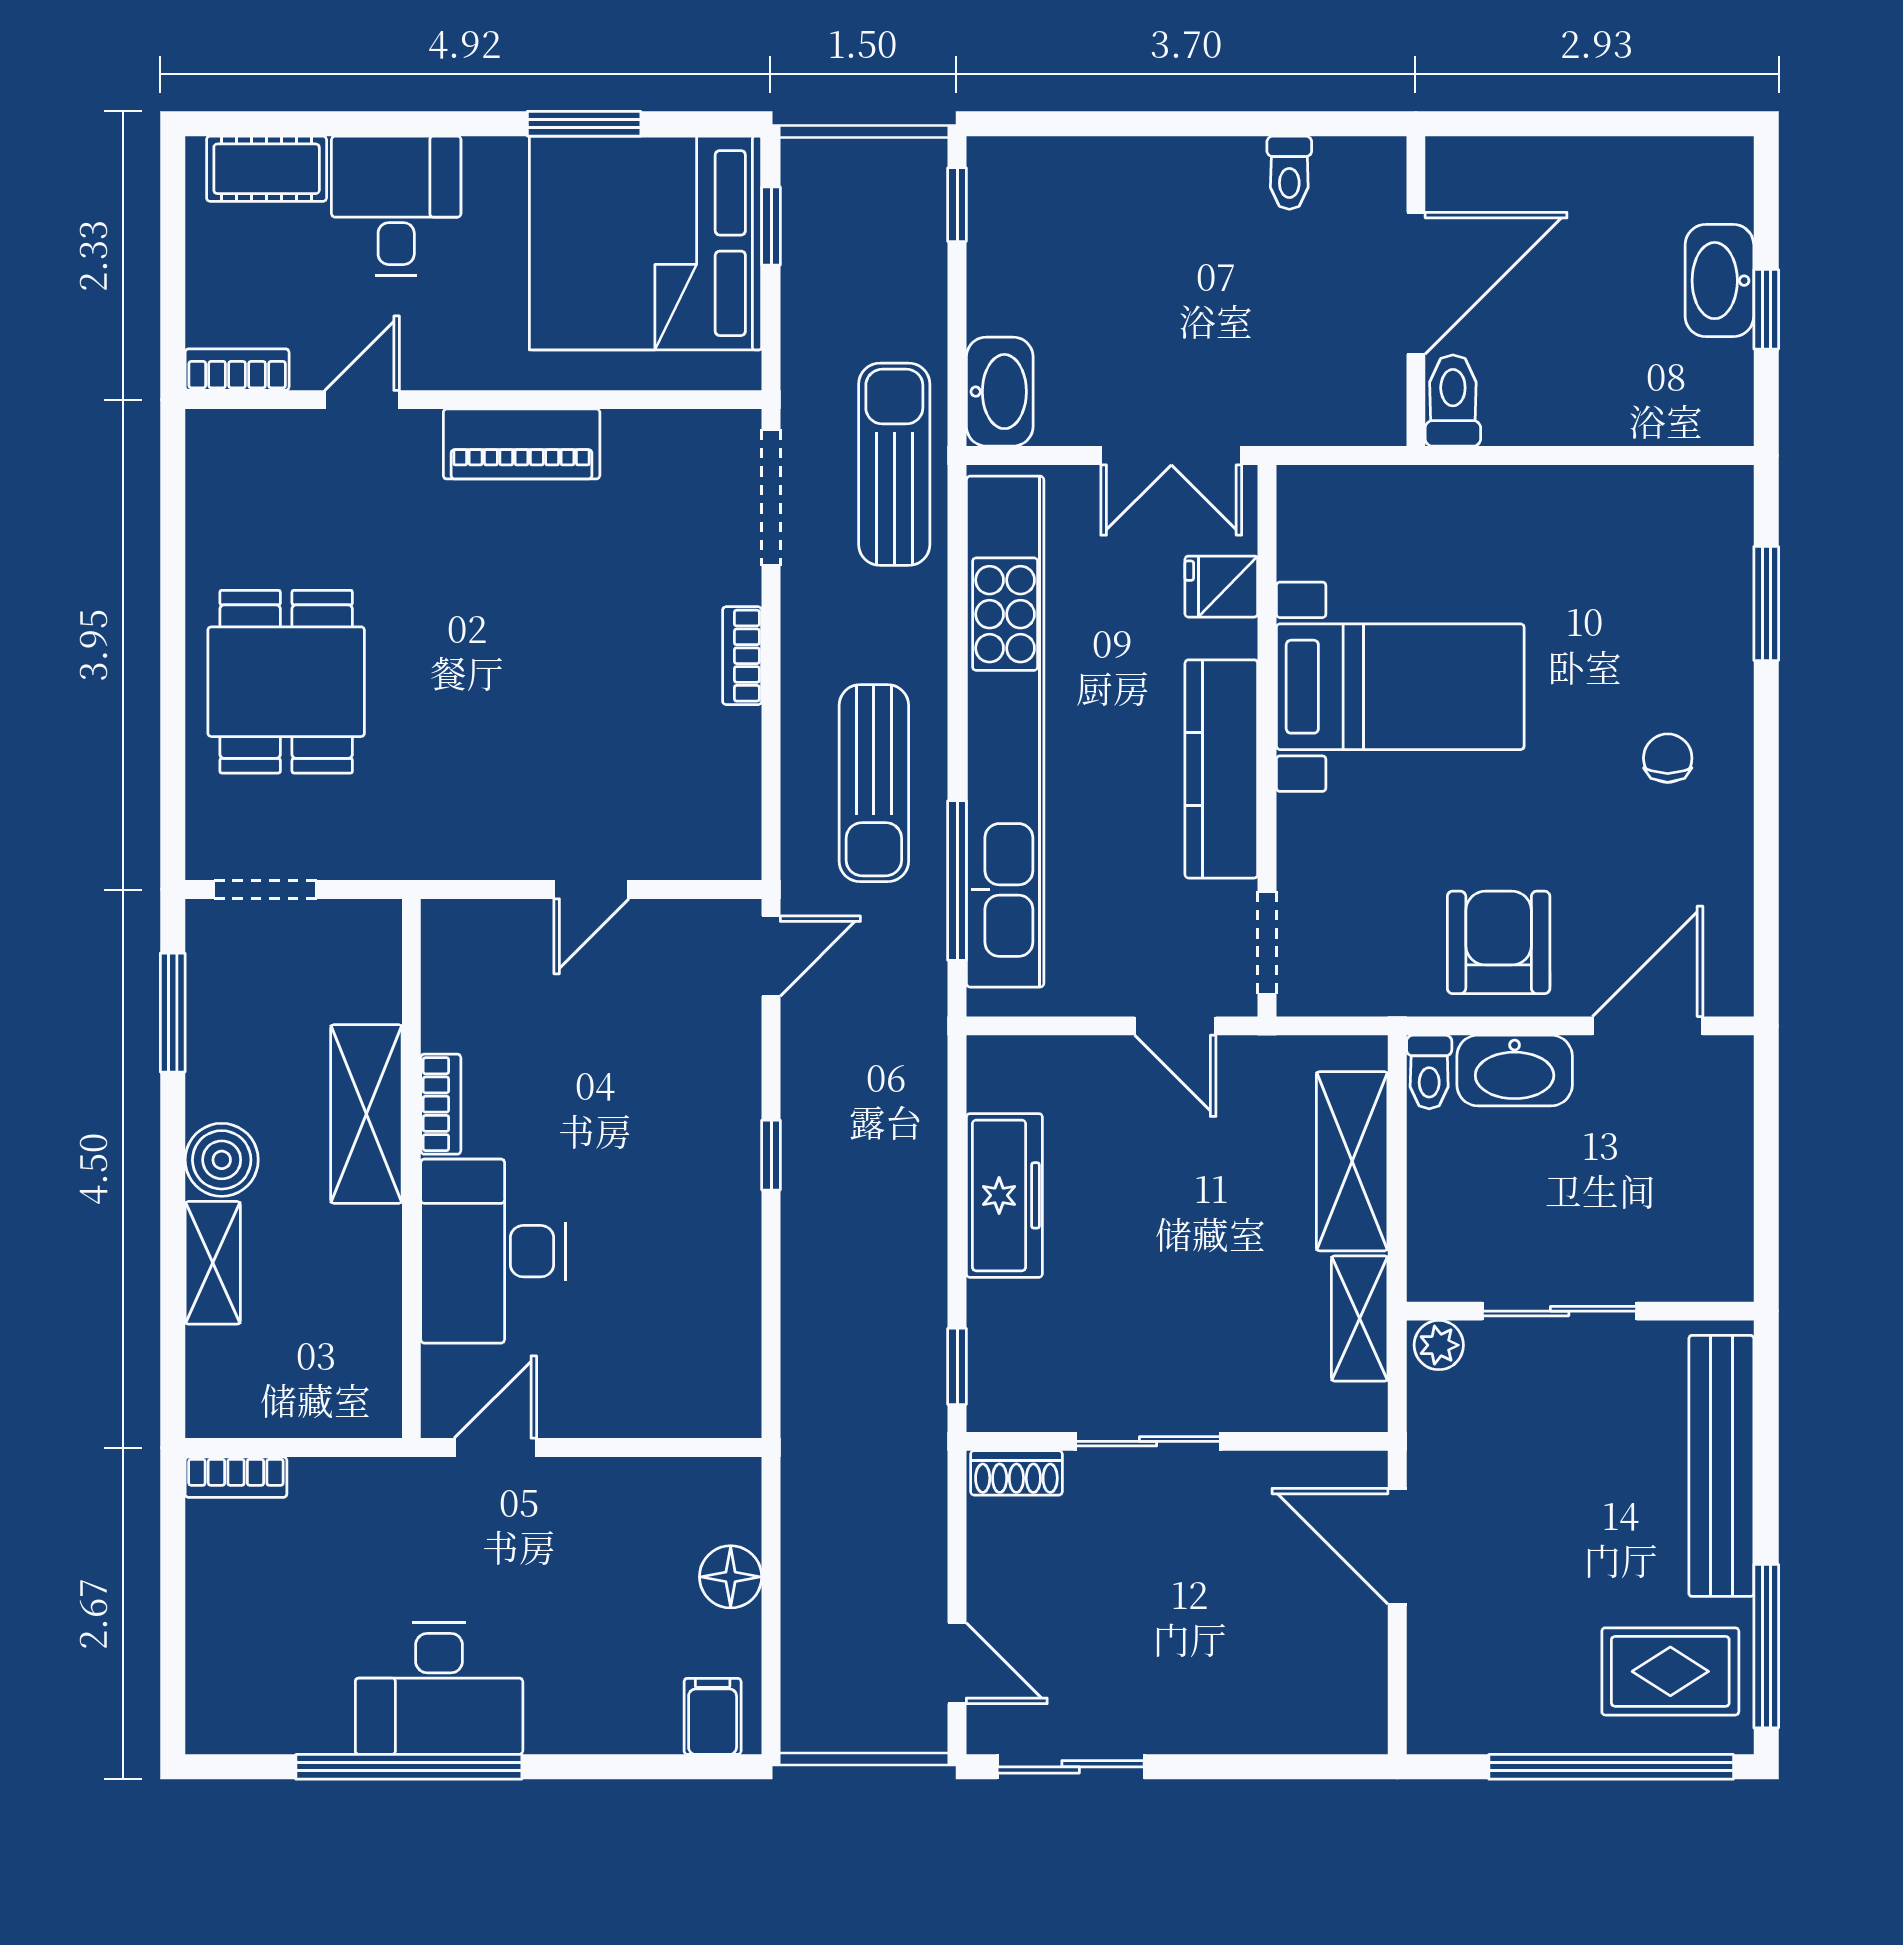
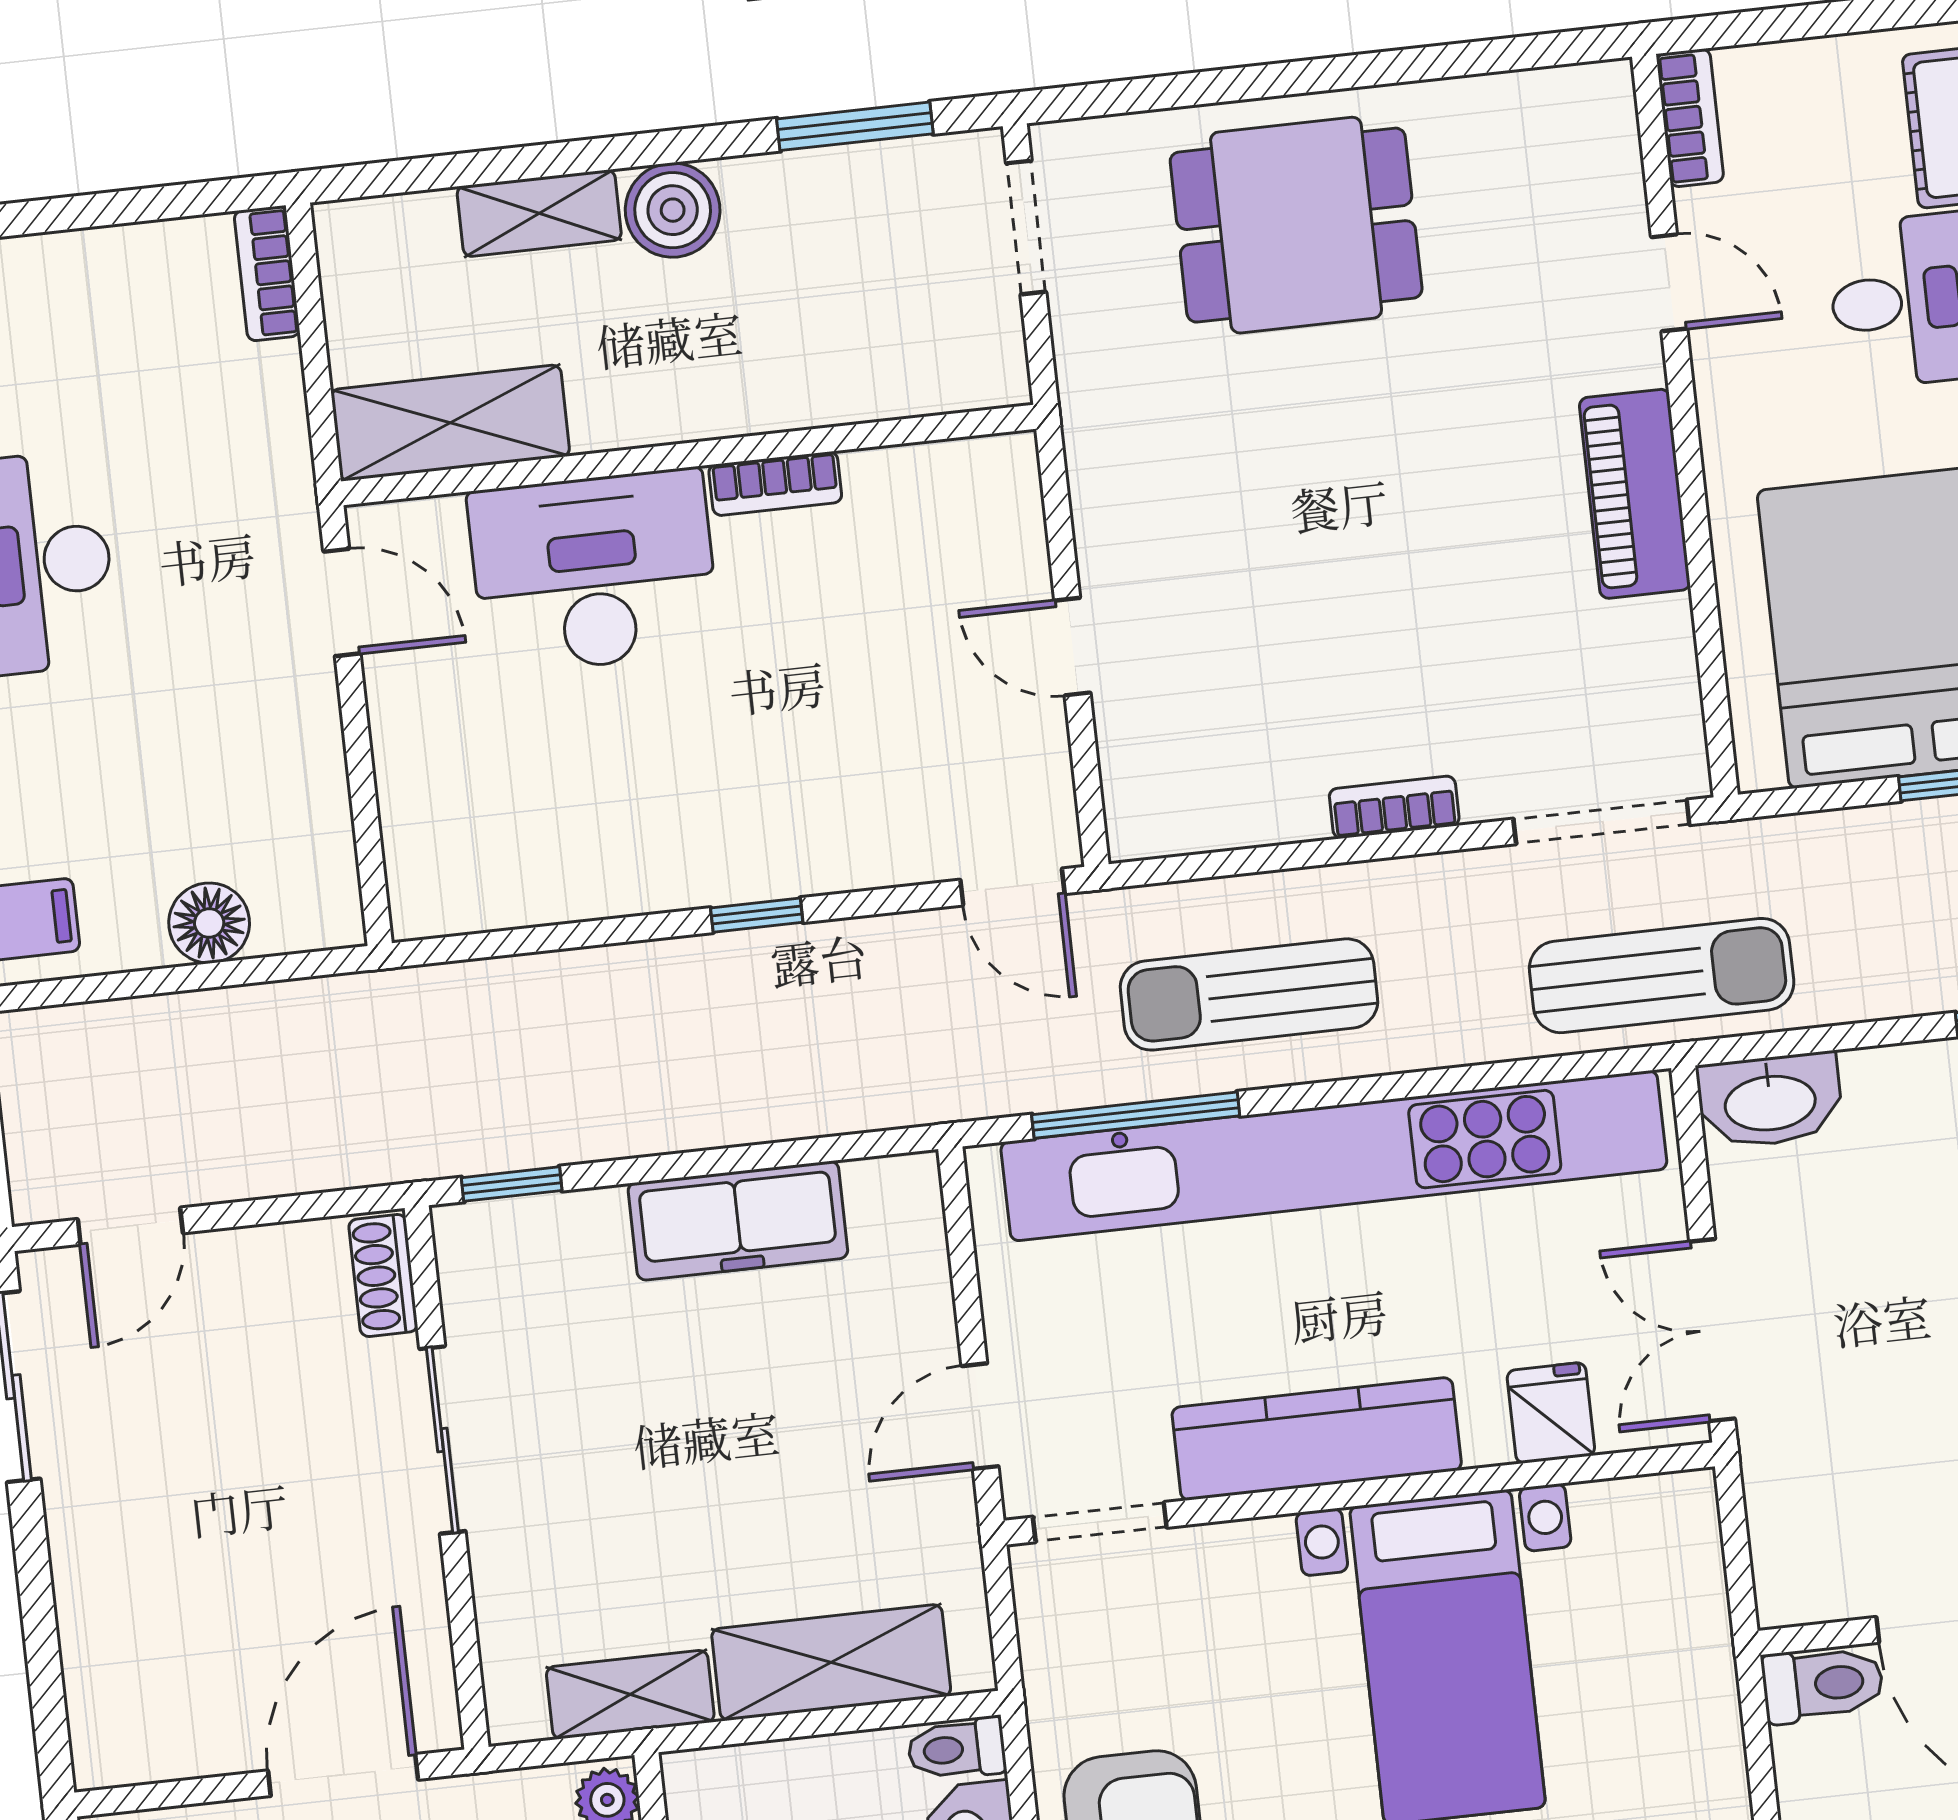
shelving: (366, 1114) -> (450, 423), moved

